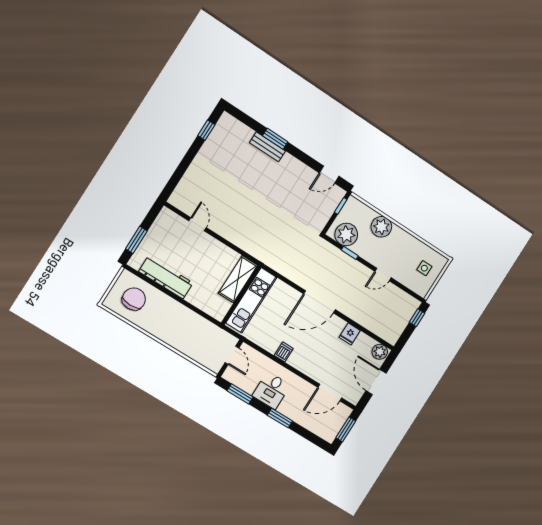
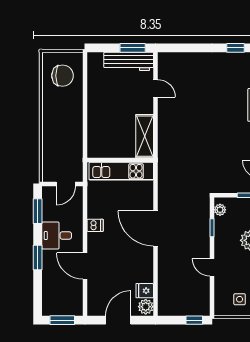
door: (198, 224) -> (156, 88), hinge flipped
plant: (346, 234) -> (220, 210), width x0.53, depth x0.53
window: (136, 240) -> (133, 48), moved
workbench: (166, 277) -> (129, 61), moved, turned 90
shelving: (238, 279) -> (145, 136), moved, turned 90
fridge: (350, 334) -> (145, 291), moved
door: (330, 393) -> (85, 266), moved

